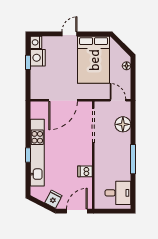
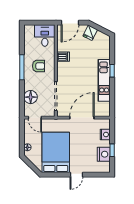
nightstand: (36, 42) -> (105, 134), moved
kitchen unit: (37, 153) -> (104, 80), width x0.73
armchair: (114, 160) -> (38, 66), added
desk: (118, 193) -> (45, 35), moved, turned 90

